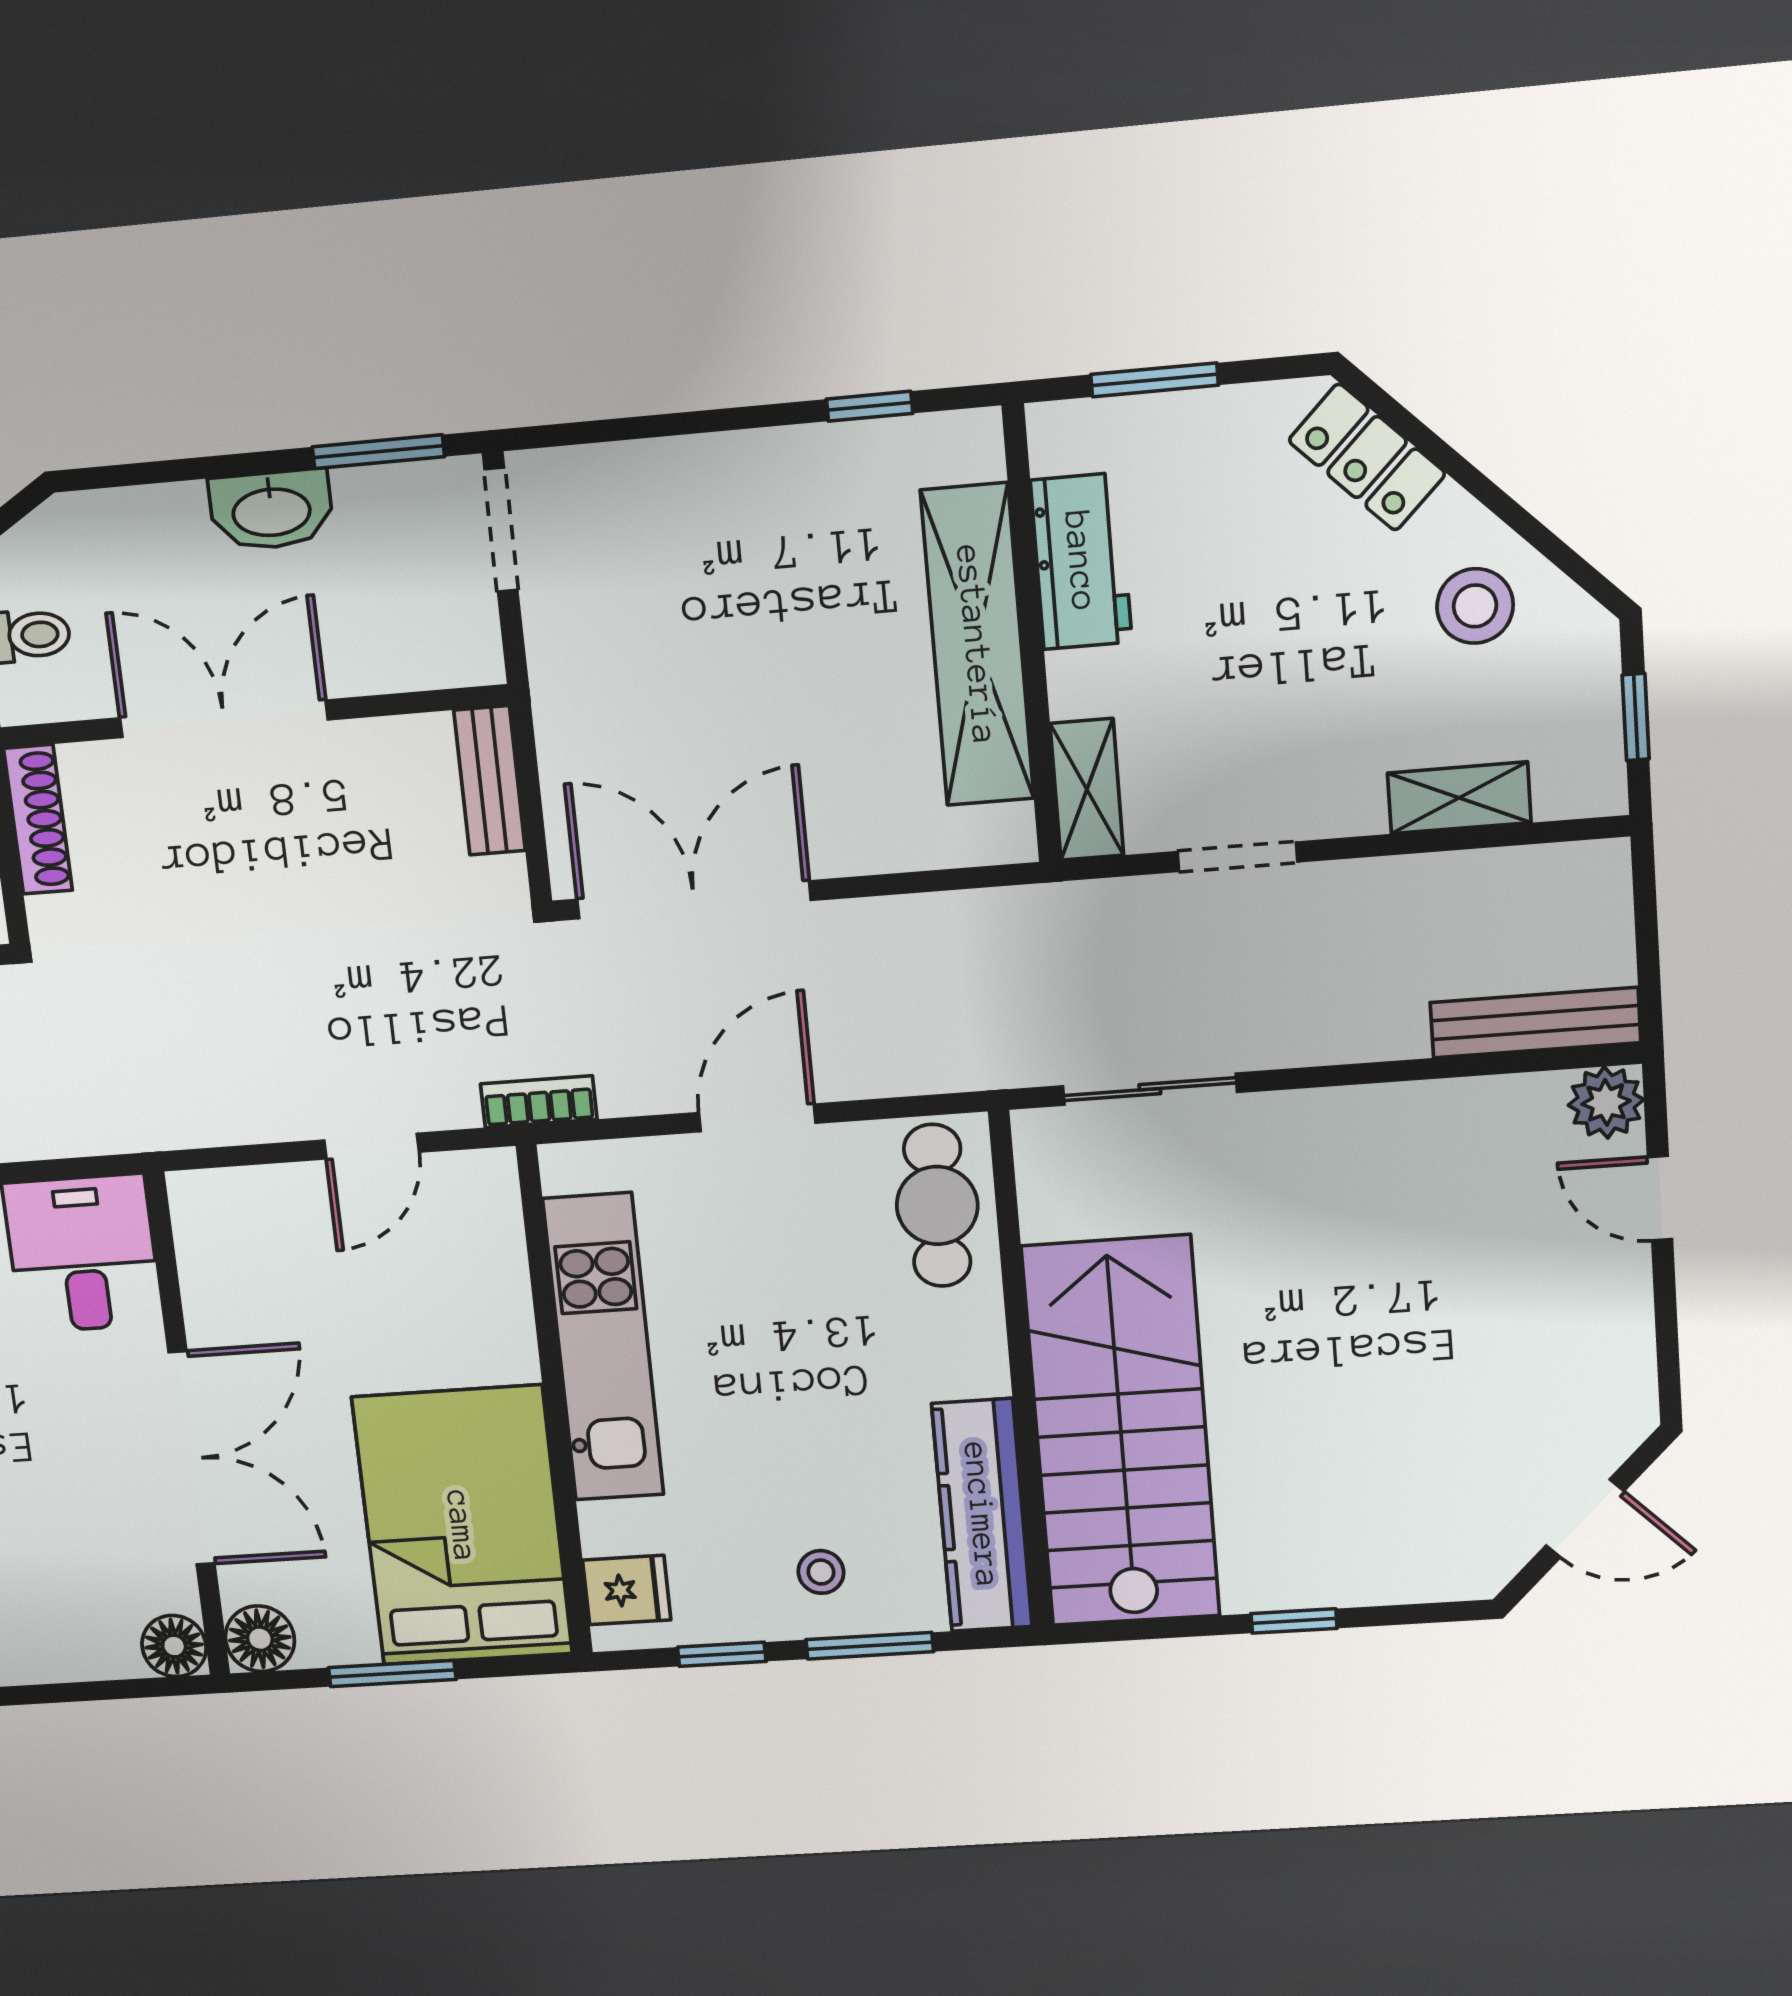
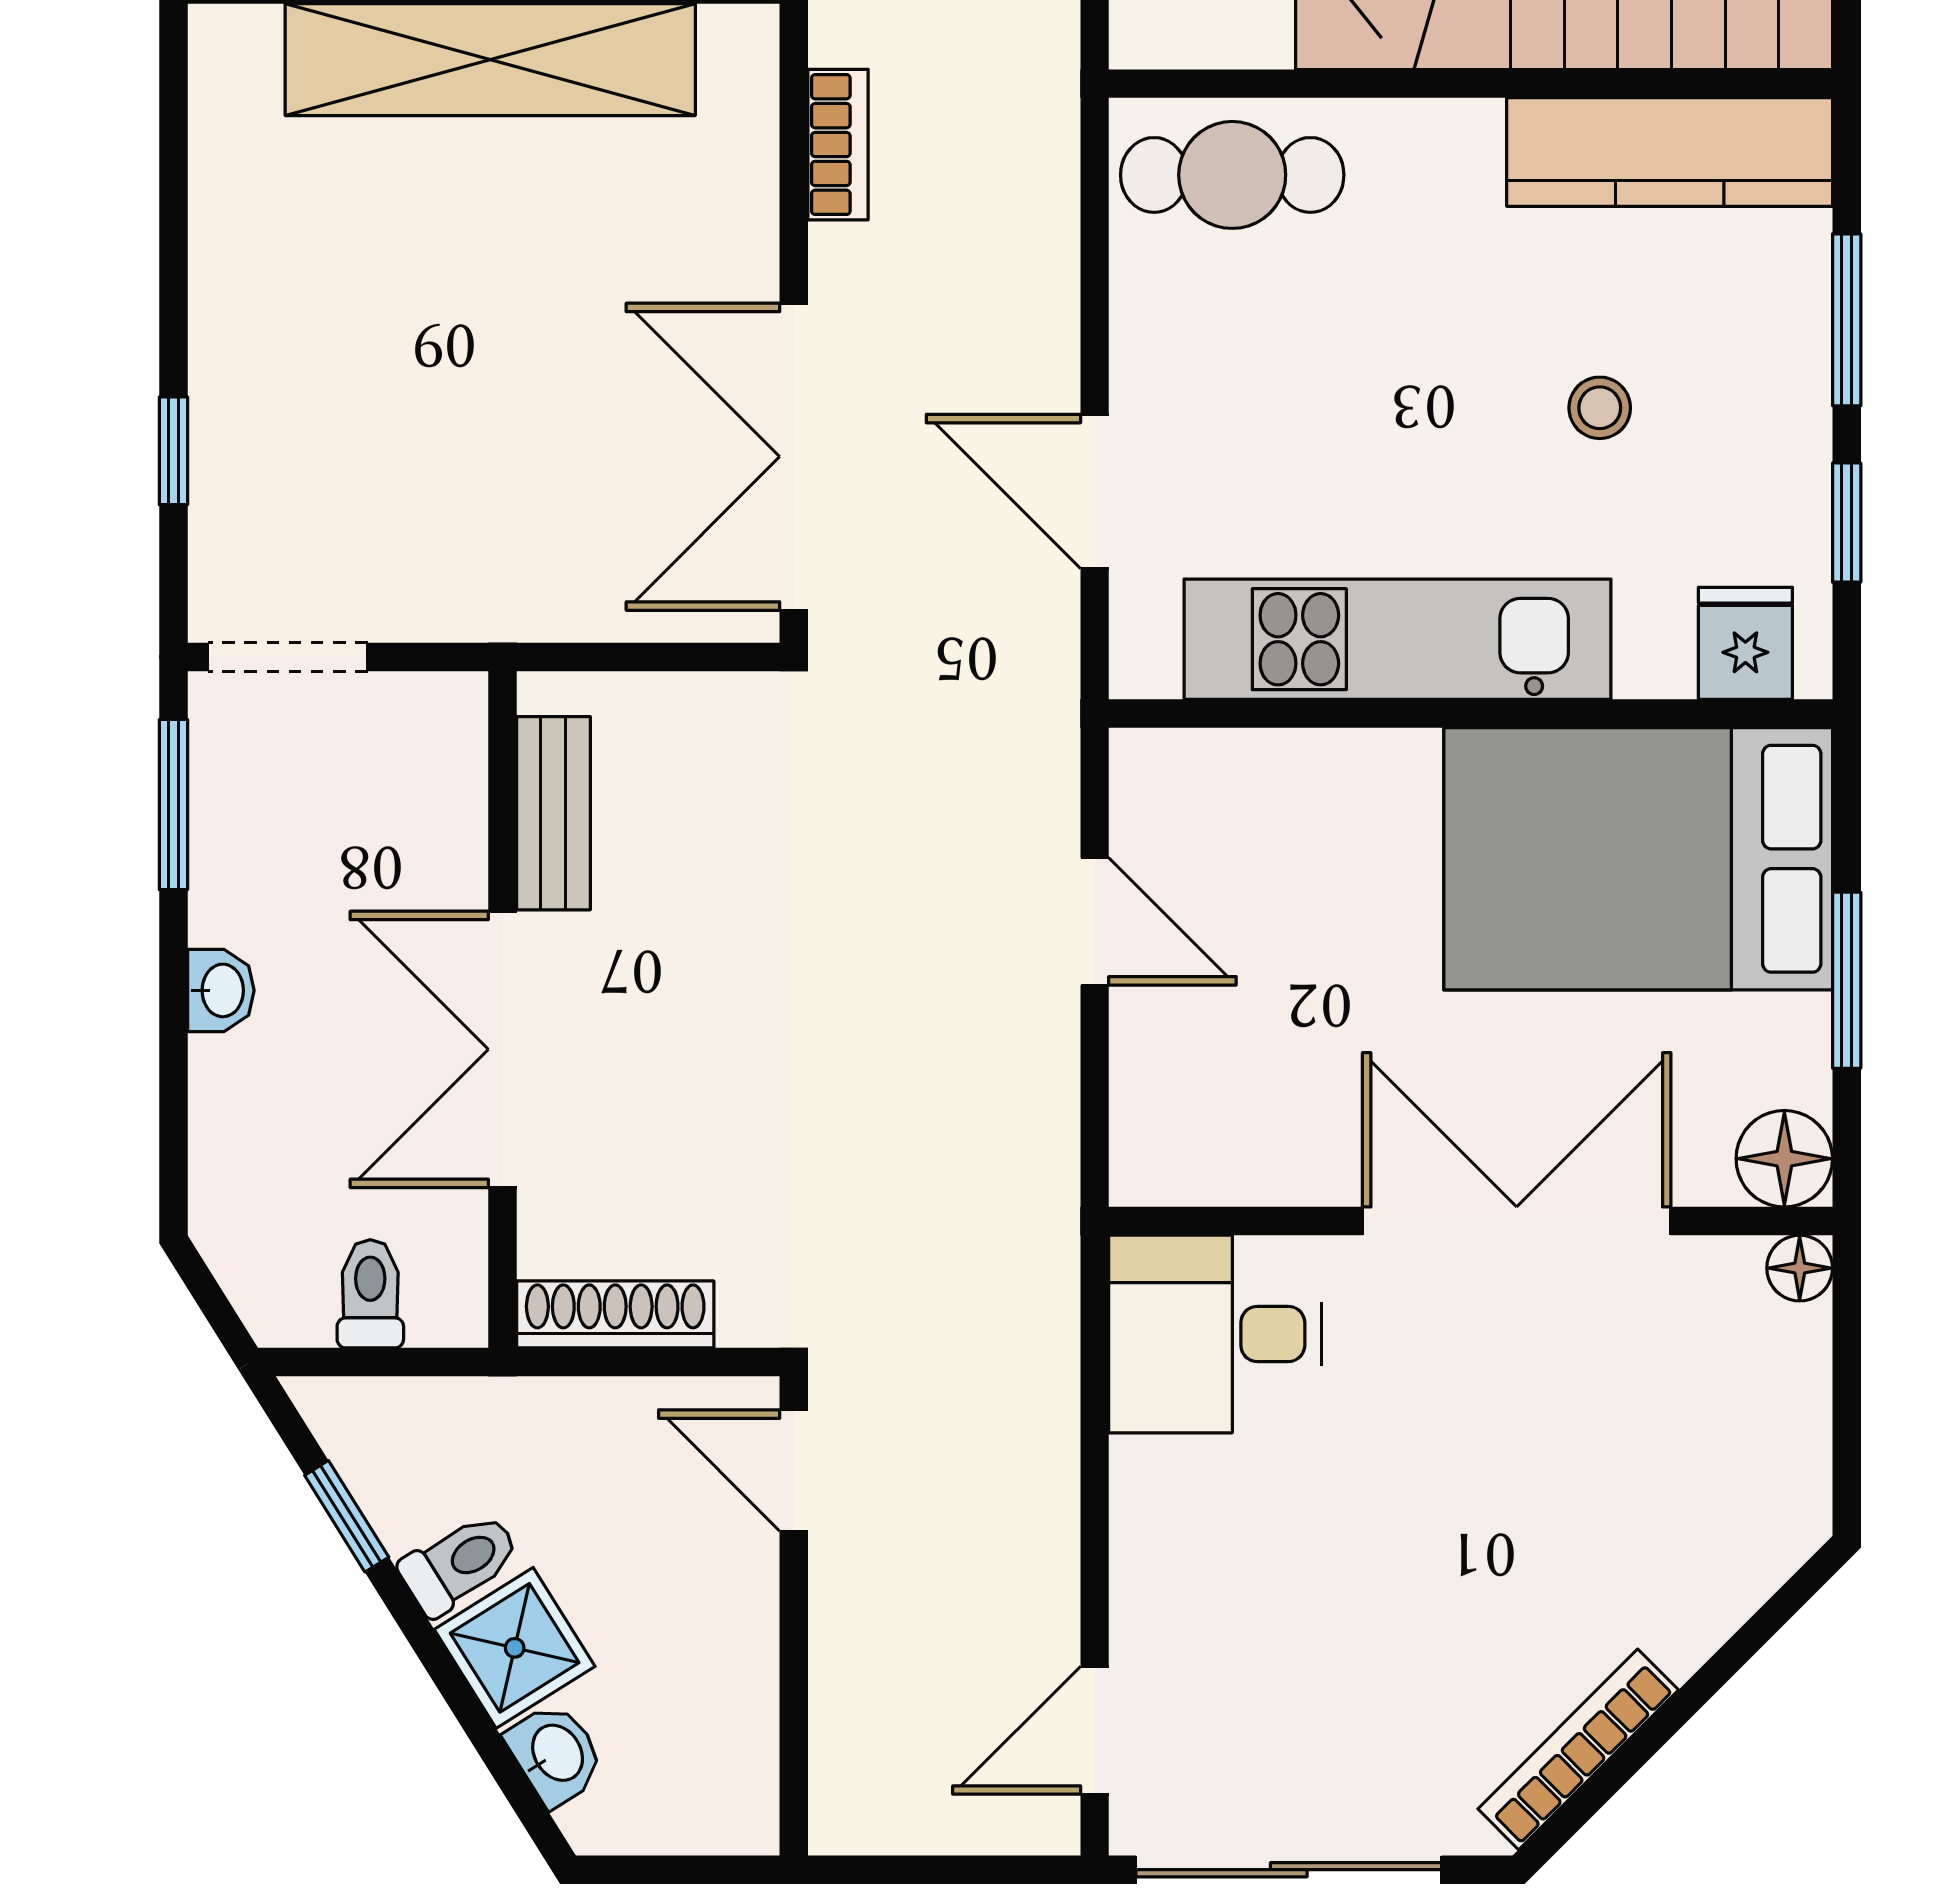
window: (870, 406) -> (173, 451), moved
washbasin: (271, 510) -> (221, 990), width x0.52, depth x0.69
bench: (490, 780) -> (553, 813), moved, turned 90
bookcase: (539, 1102) -> (838, 145), moved, turned 180
door: (757, 1118) -> (1095, 491), moved
stool: (821, 1572) -> (1600, 408), moved
floor lamp: (174, 1646) -> (1800, 1268), width x0.73, depth x0.73

